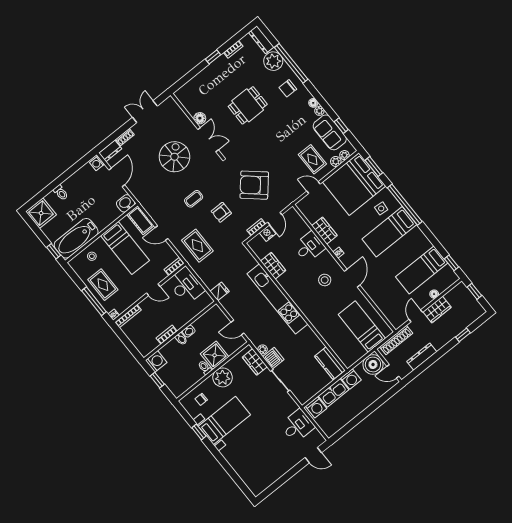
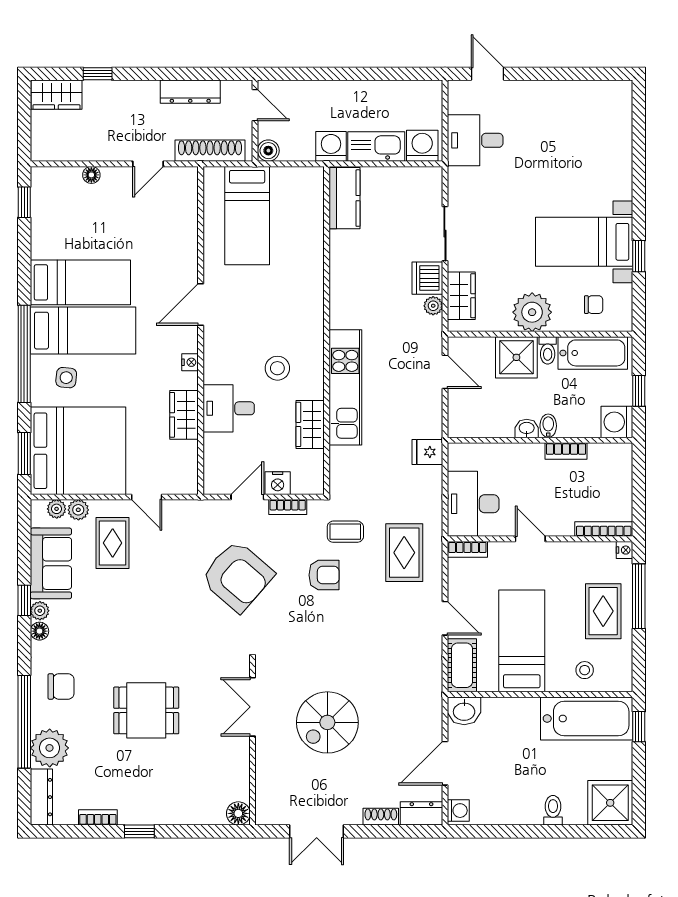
floor lamp: (200, 118) -> (238, 813), moved
window: (341, 126) -> (24, 600), moved
coffee table: (194, 199) -> (345, 532), moved
bed: (422, 270) -> (80, 282), moved
stool: (325, 280) -> (277, 368), moved
window: (474, 291) -> (24, 128), removed
kitchen unit: (277, 299) -> (345, 387), width x0.73
wardrobe: (437, 310) -> (56, 95), moved, turned 180
boiler: (373, 364) -> (268, 151), width x0.54, depth x0.54
bathtub: (187, 381) -> (593, 353), added

